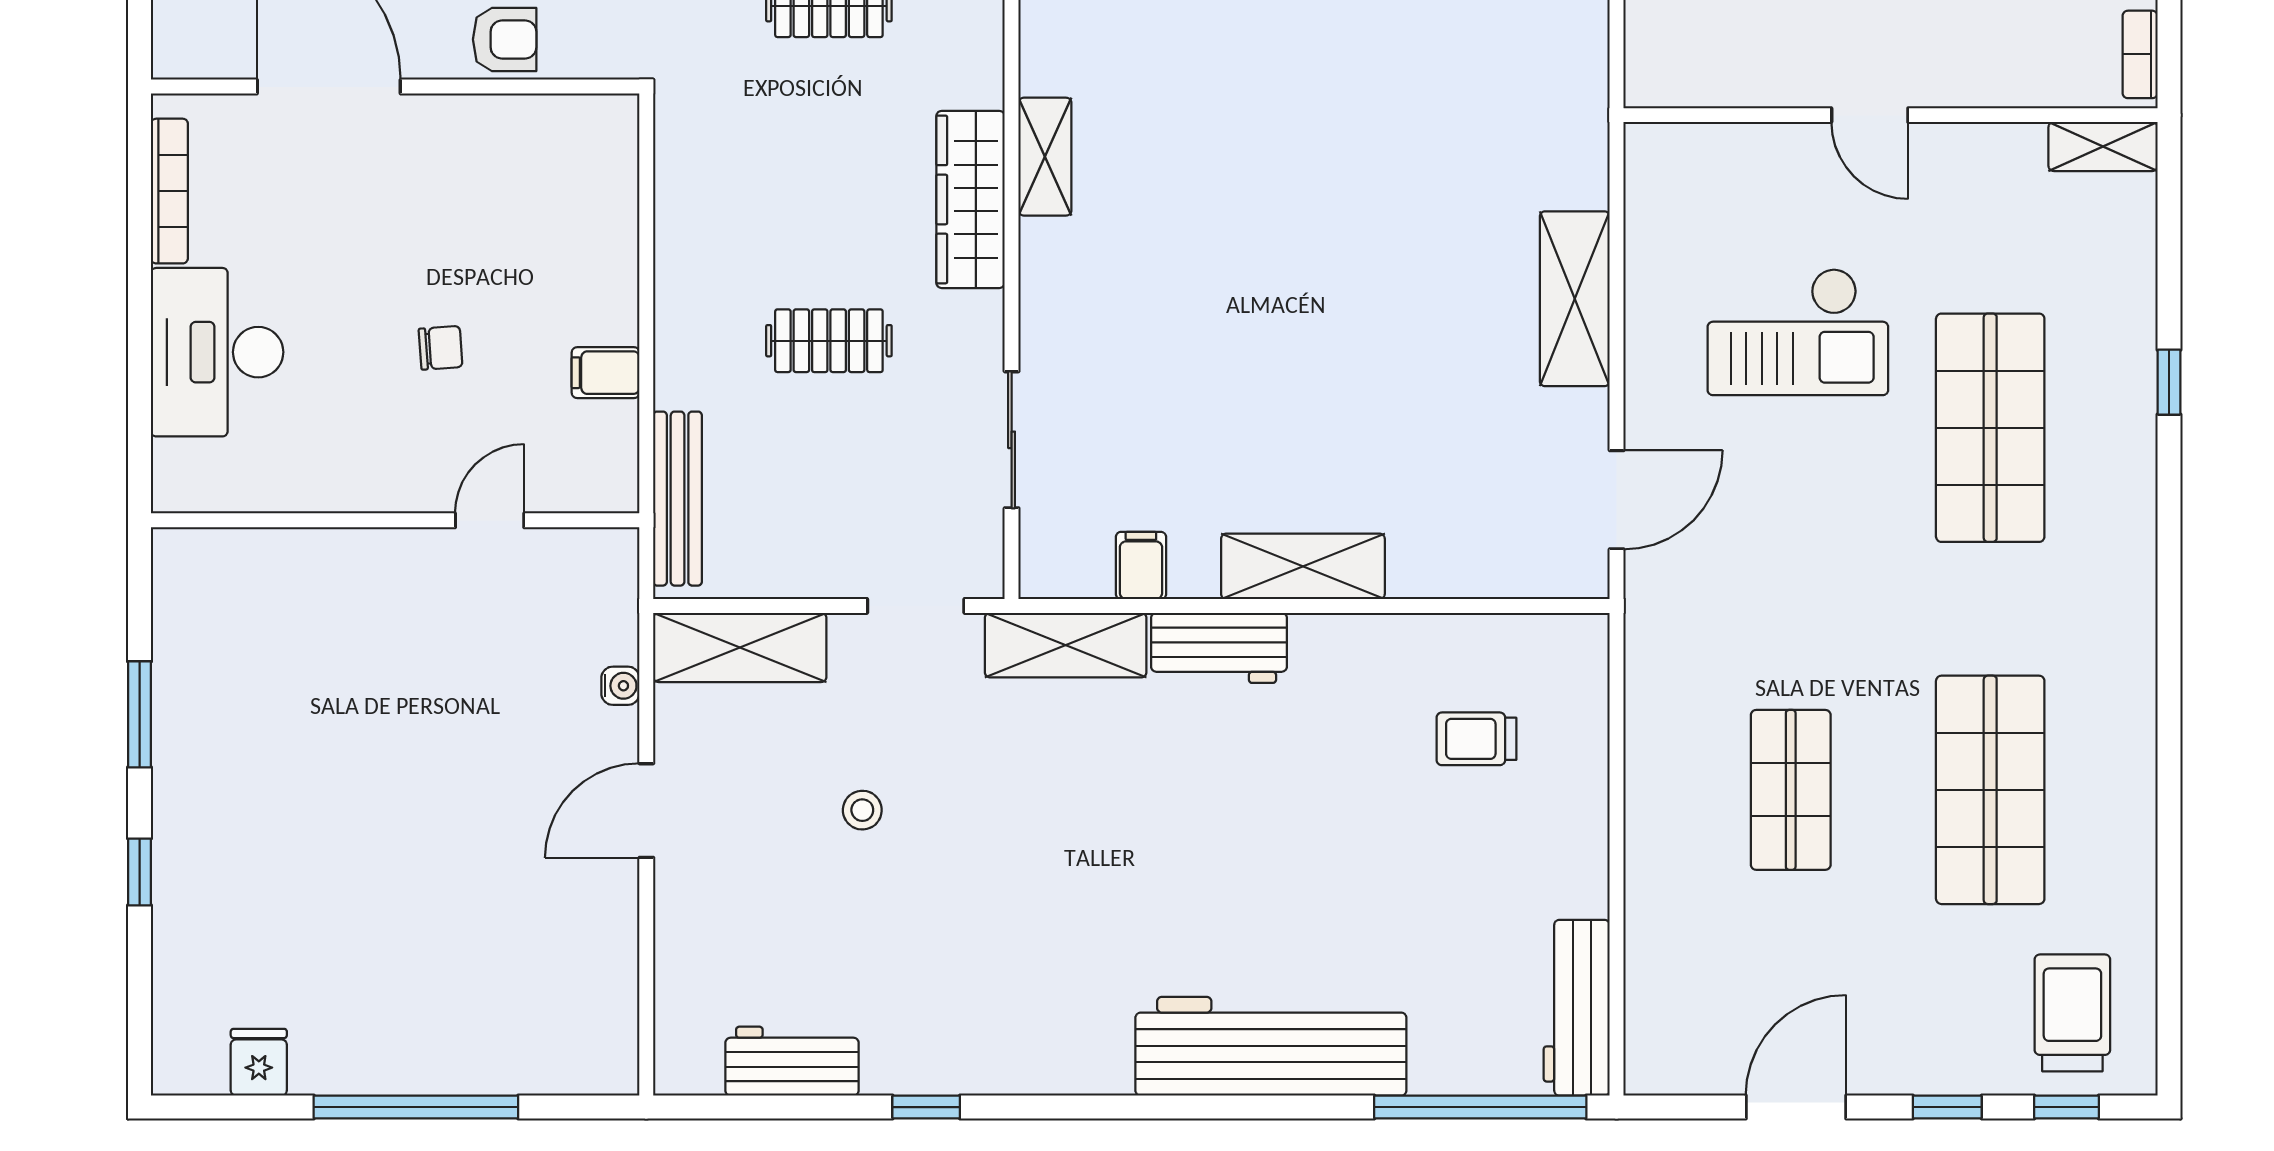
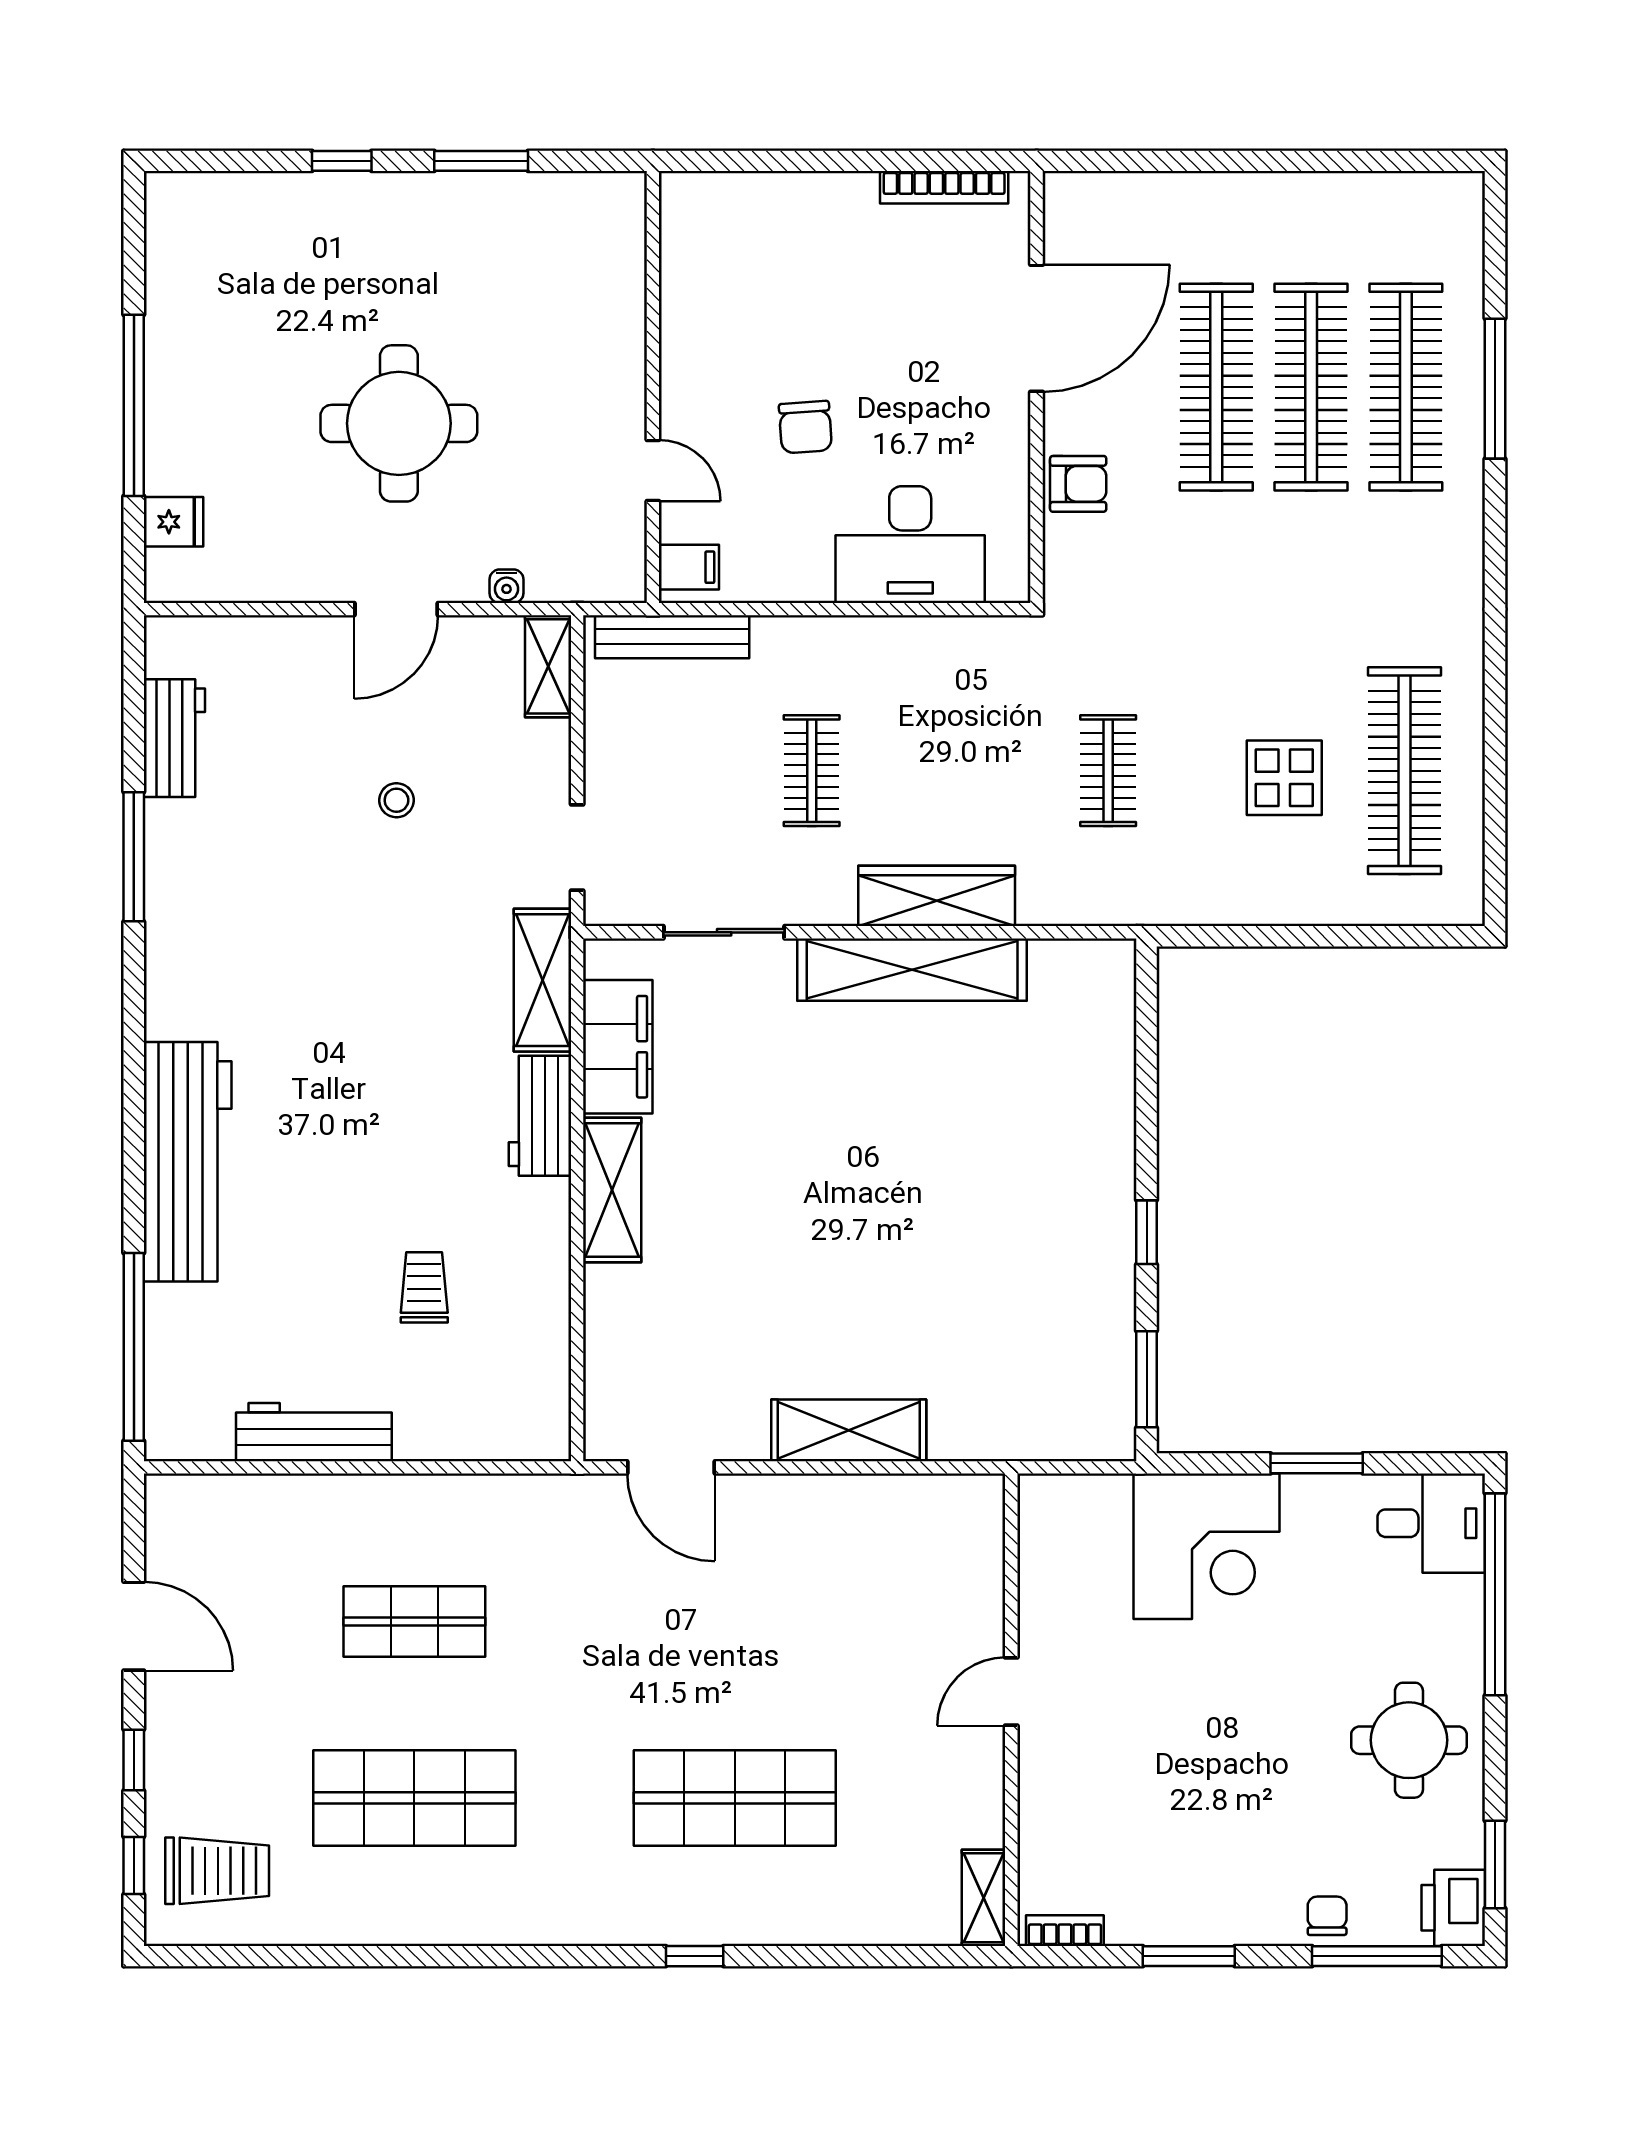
armchair: (505, 39) -> (1078, 484), turned -90
shelving: (1045, 157) -> (912, 970), width x2.20, depth x1.33
checkout: (1798, 332) -> (820, 1628), removed
chair: (441, 348) -> (805, 427), width x1.37, depth x1.37
desk: (217, 352) -> (910, 545), moved, turned 180
filing cabinet: (606, 373) -> (689, 567), moved, turned 90
window: (2169, 382) -> (695, 1956), moved
filing cabinet: (1141, 566) -> (618, 1047), width x3.00, depth x1.17
shelving: (740, 647) -> (548, 666), width x0.67, depth x0.75
trolley: (1476, 739) -> (424, 1287), moved
round table: (436, 807) -> (399, 423), added
door: (646, 811) -> (396, 609), swing flipped
workbench: (1577, 1008) -> (314, 1432), moved
fridge: (259, 1062) -> (174, 522), moved
window: (926, 1107) -> (134, 857), width x2.17

